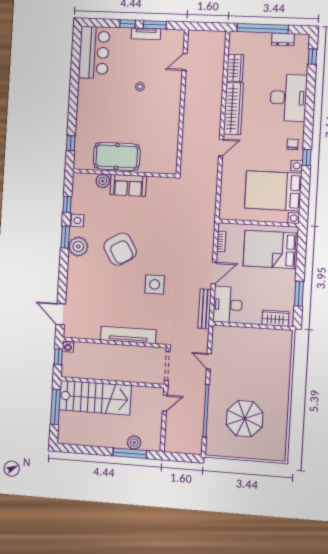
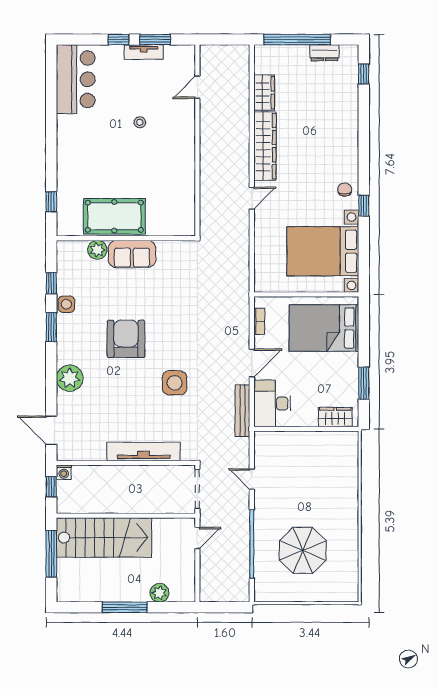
desk: (288, 98) -> (336, 129), removed
plant: (78, 247) -> (70, 378), moved
armchair: (120, 249) -> (126, 339), turned -149
window: (130, 453) -> (125, 607), moved

